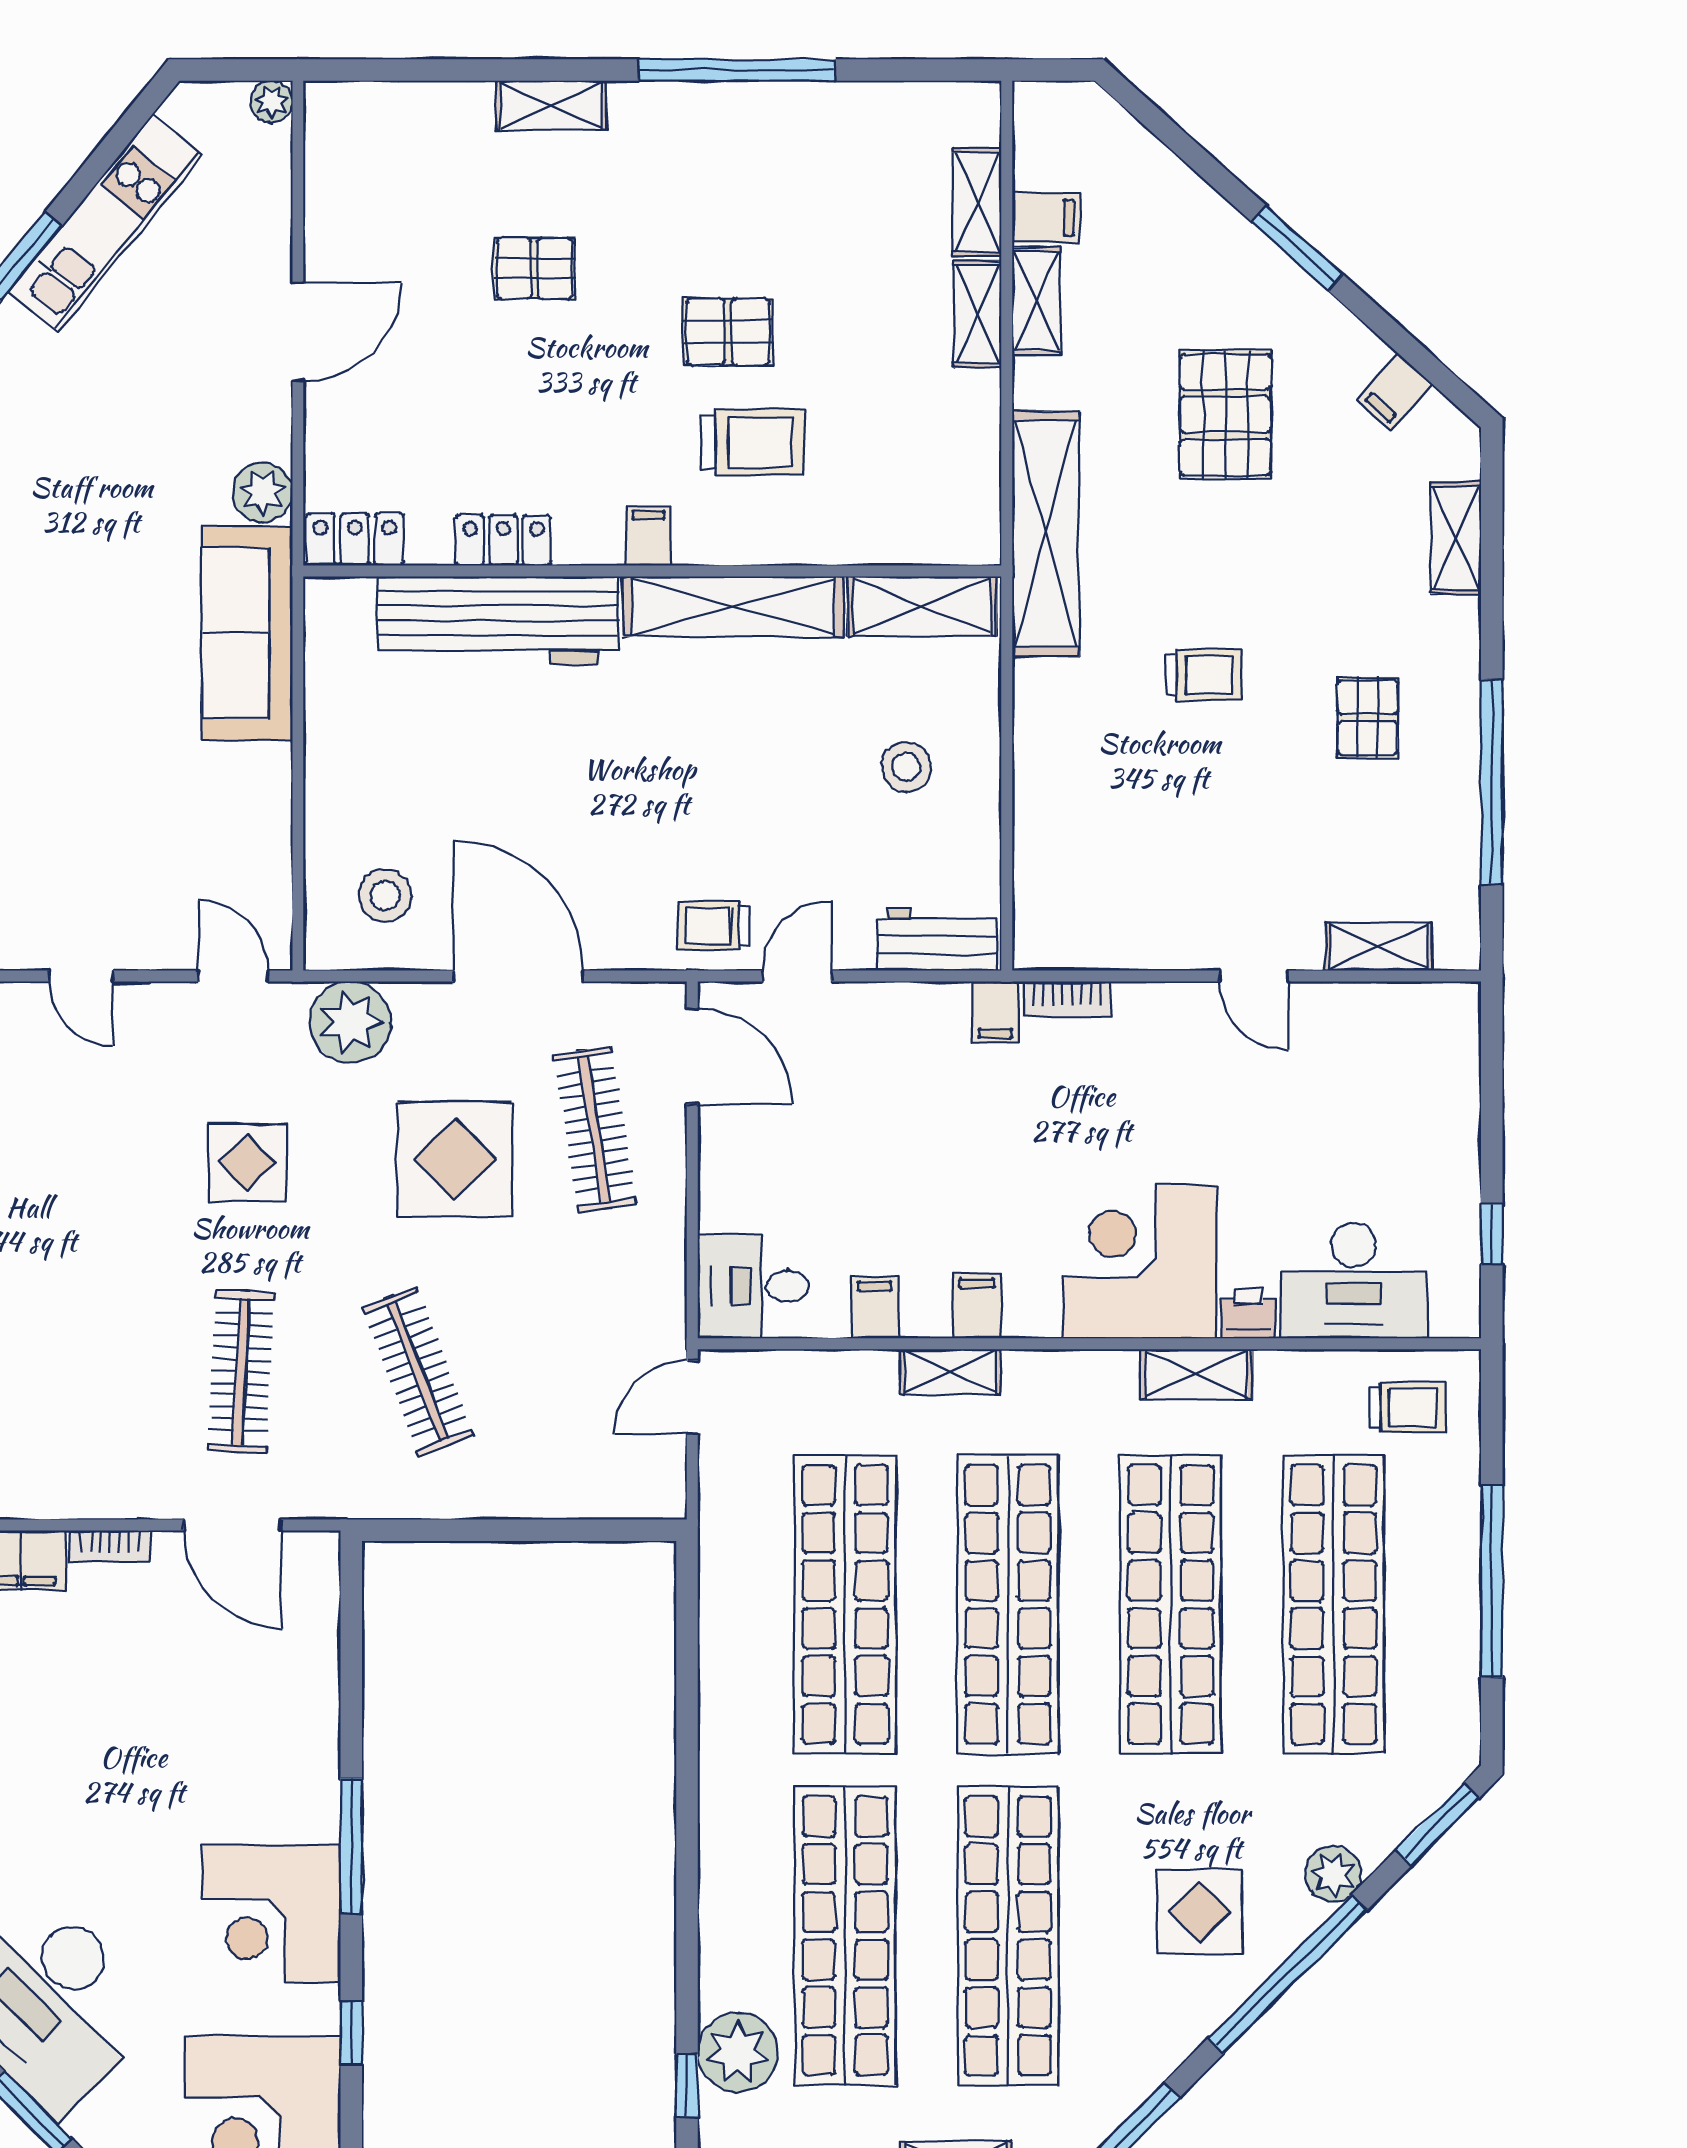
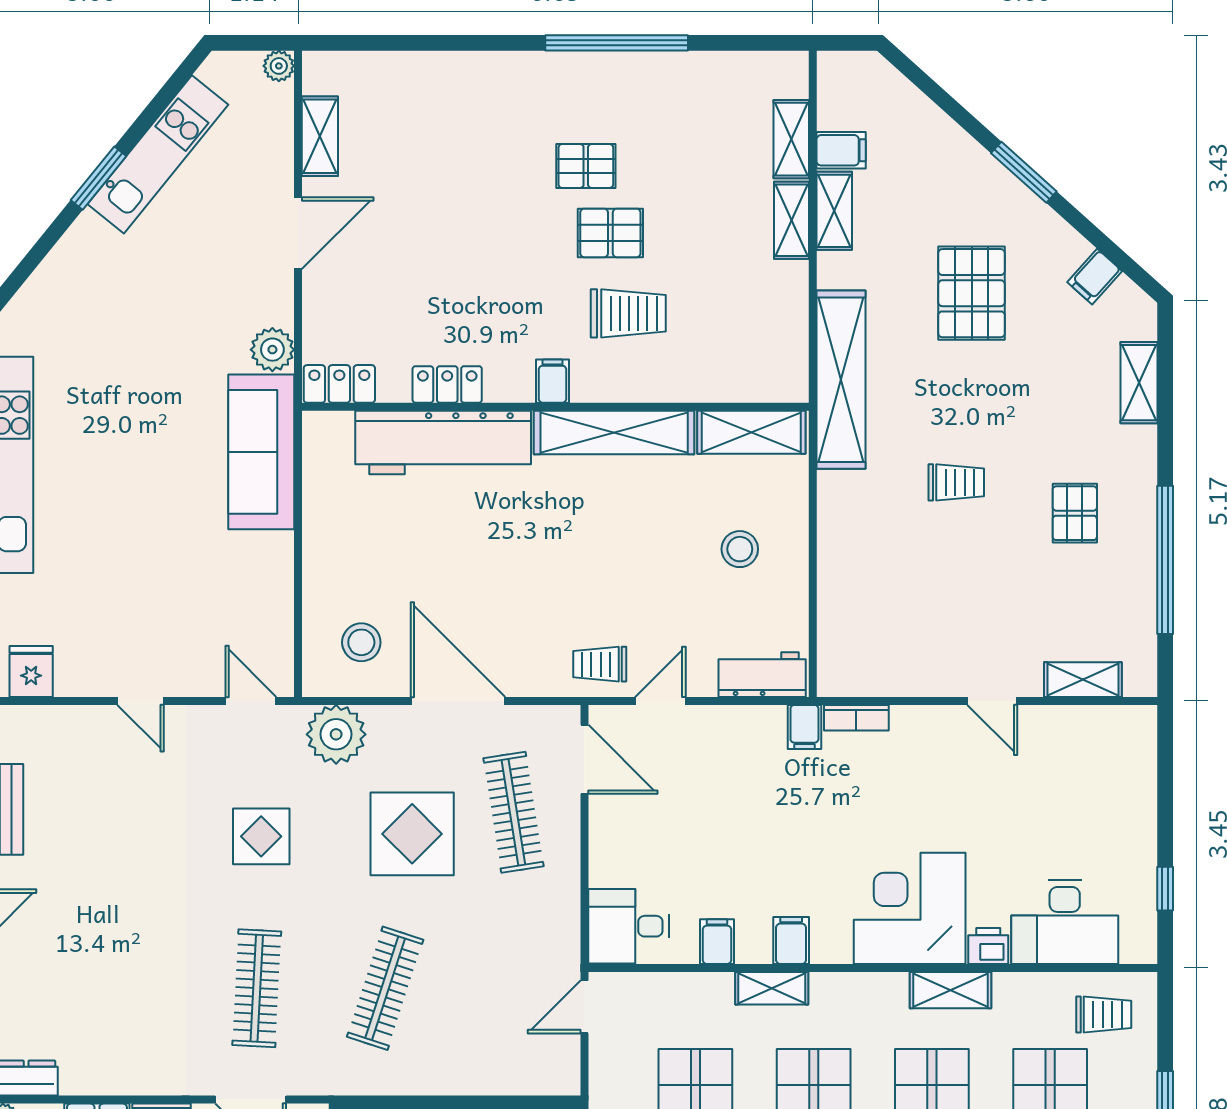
shelving: (551, 105) -> (320, 136), moved, turned 90
pallet: (534, 268) -> (586, 166), moved
clothes rail: (418, 1372) -> (385, 988), turned 39

